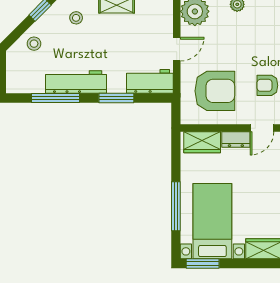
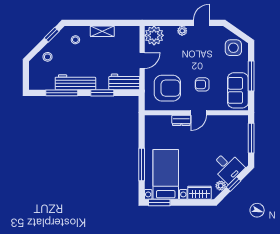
wardrobe: (202, 142) -> (159, 122), removed

